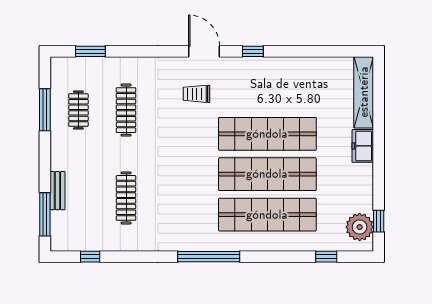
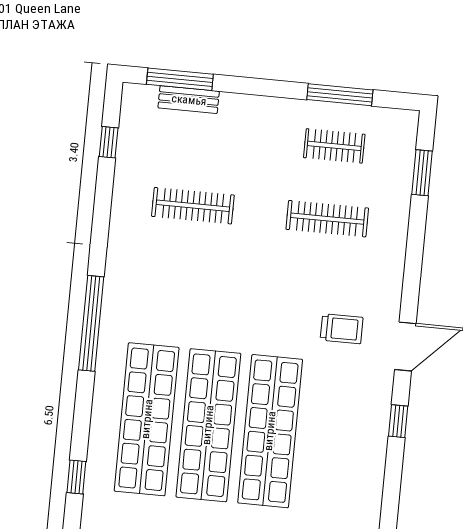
trolley: (197, 94) -> (342, 329), turned 90
bench: (57, 191) -> (189, 100), moved
window: (326, 257) -> (76, 477), moved

